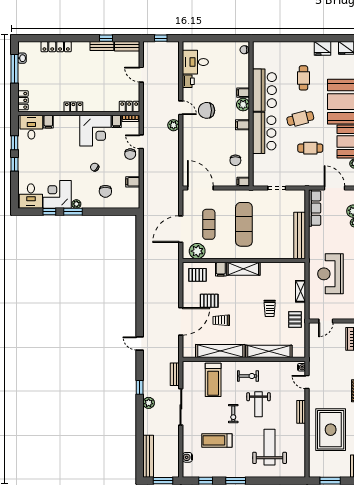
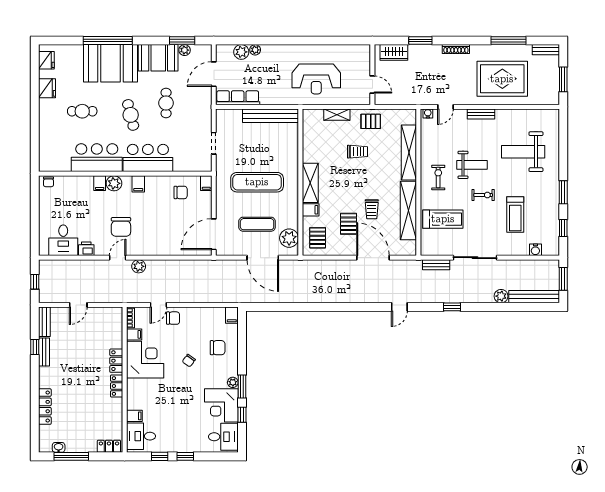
locker: (129, 106) -> (116, 361), moved
filing cabinet: (133, 182) -> (232, 315), moved
plant: (149, 403) -> (501, 296), moved

